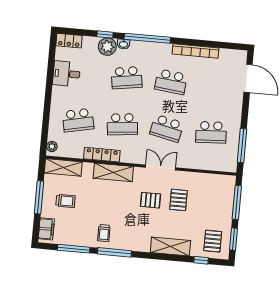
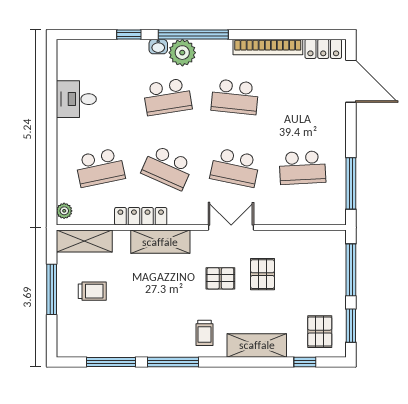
locker: (69, 41) -> (323, 49), moved
plant: (107, 47) -> (182, 53), moved
school desk: (122, 124) -> (167, 168), turned 30
filing cabinet: (46, 229) -> (67, 336), removed
trolley: (104, 233) -> (204, 333), moved

